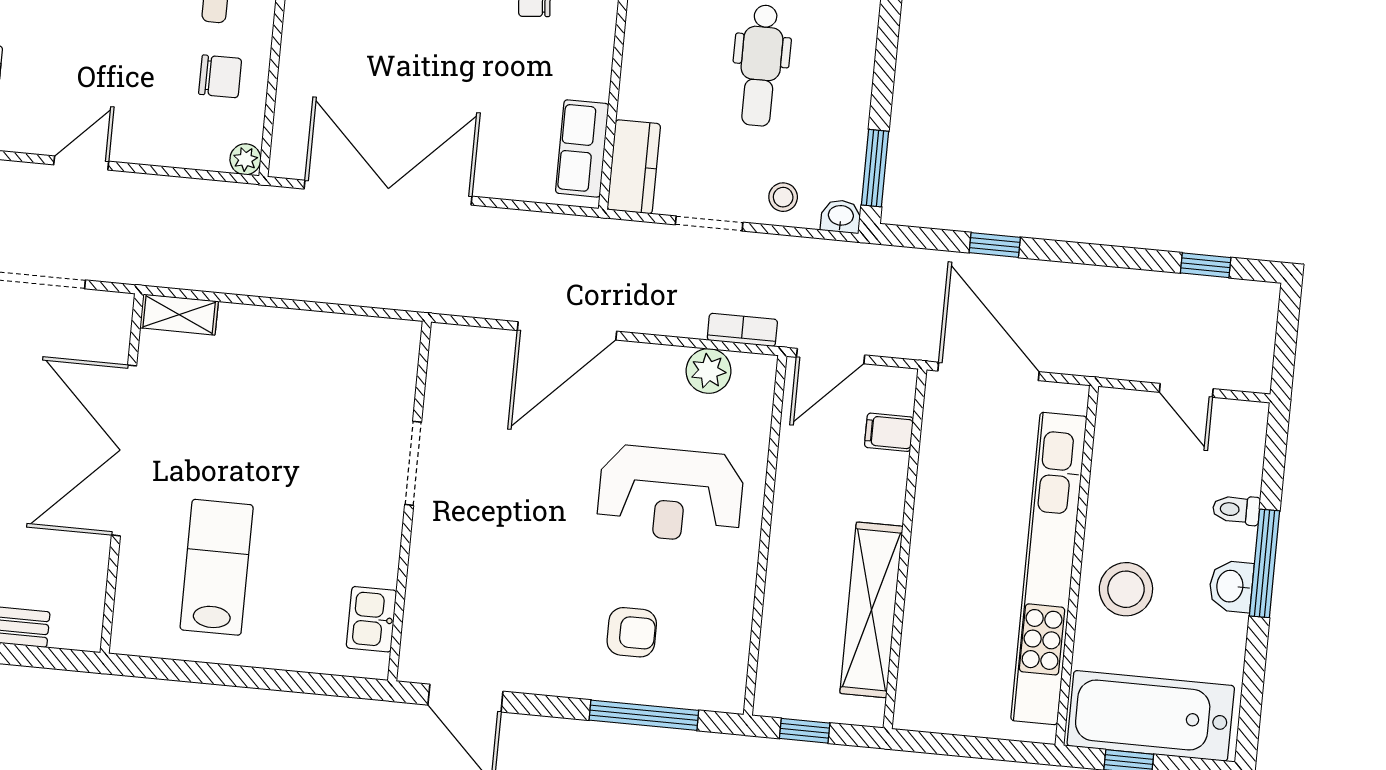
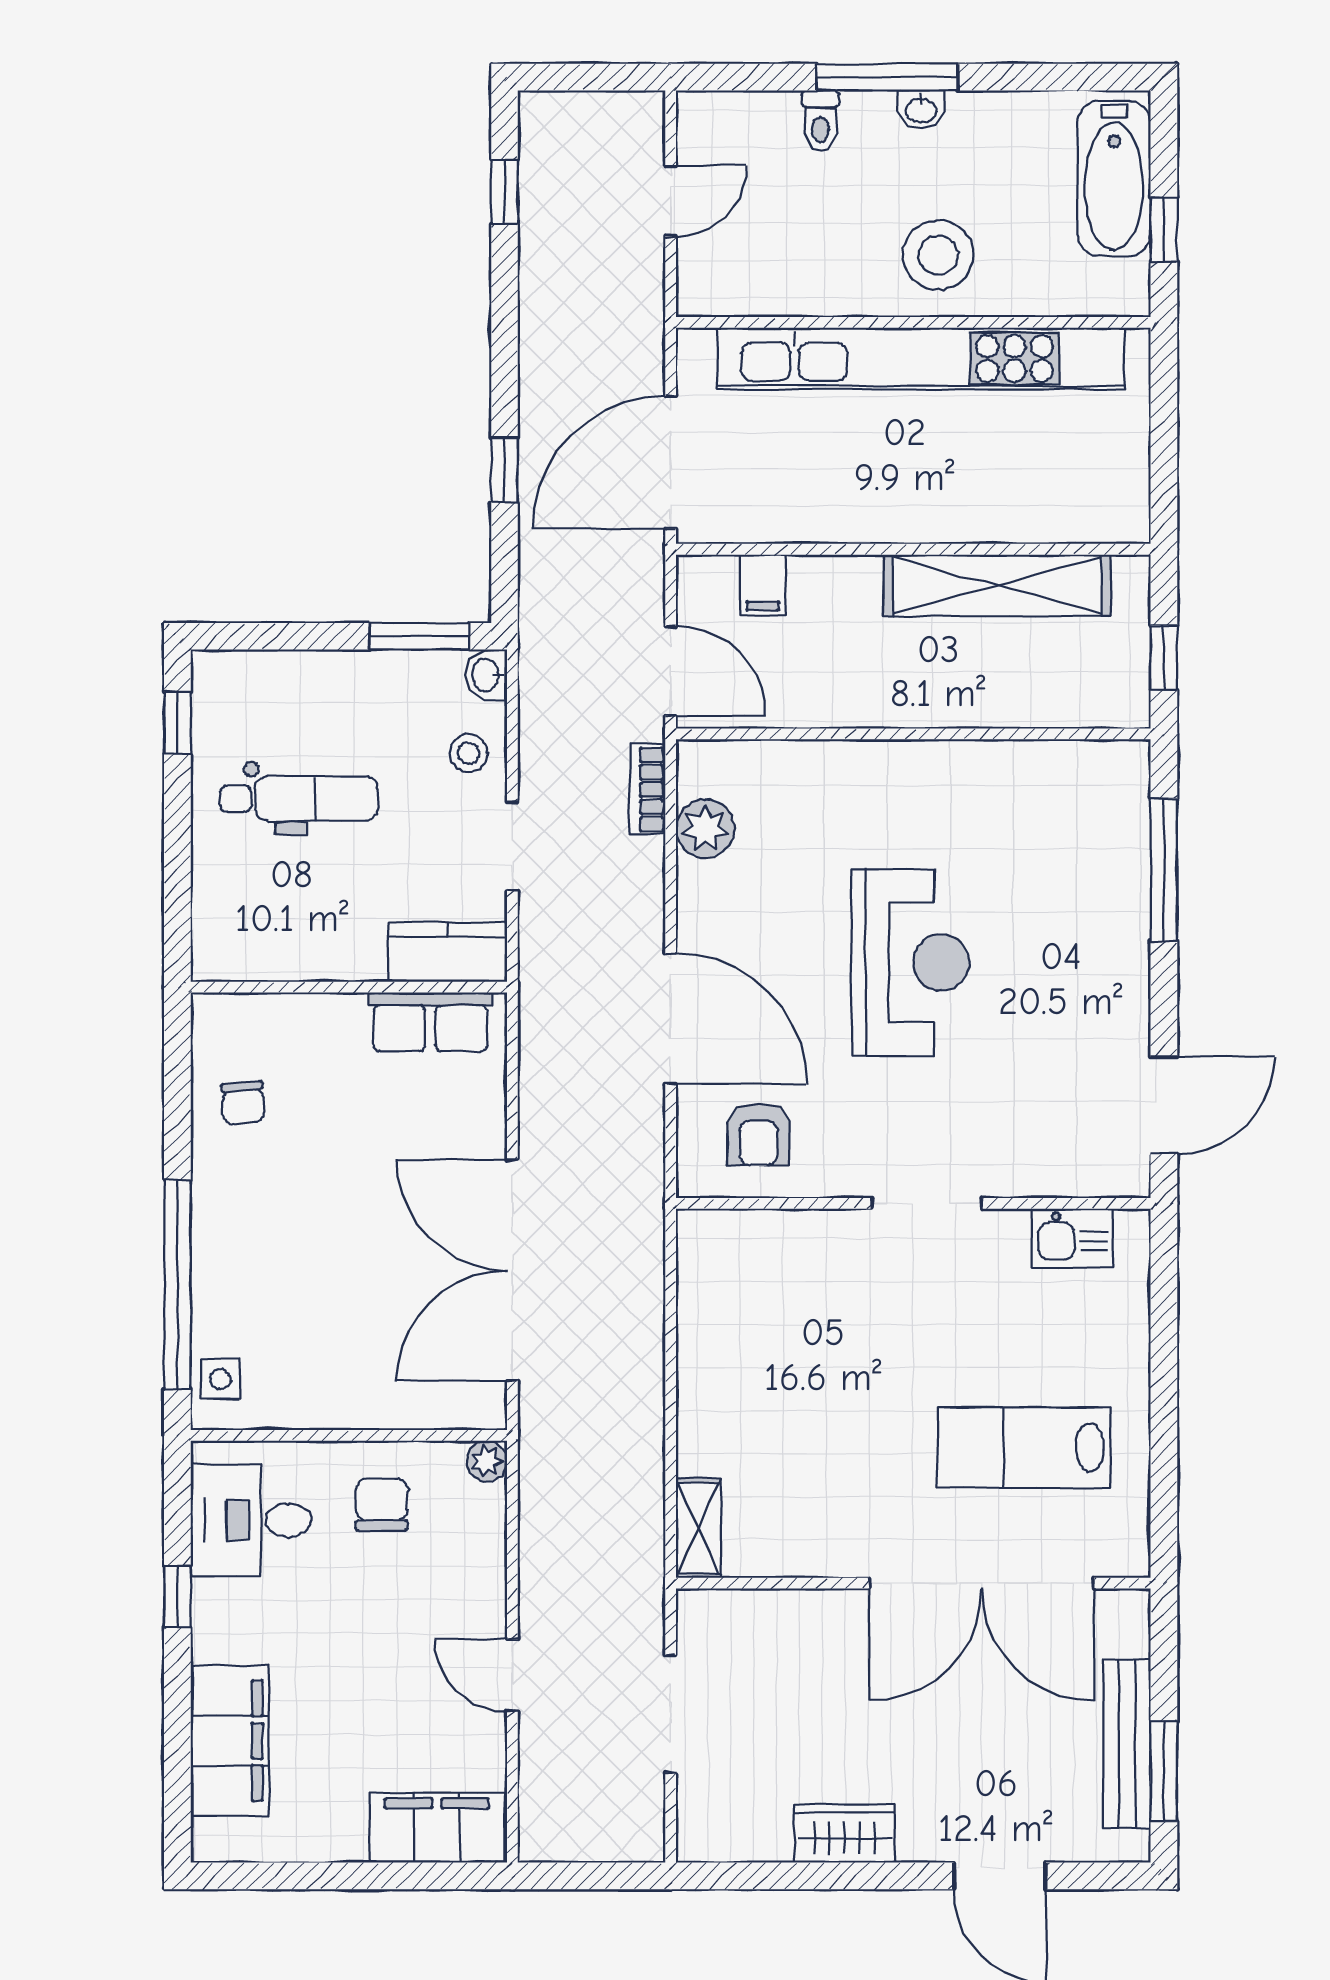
double door: (124, 450) -> (982, 1583), moved
doorway: (413, 463) -> (927, 1203), moved
reception desk: (670, 494) -> (911, 962), moved
washbasin: (1231, 586) -> (921, 109), width x0.72, depth x0.69
armchair: (632, 632) -> (759, 1134), moved, turned 180
bathtub: (1151, 716) -> (1114, 178), width x0.73, depth x0.73

